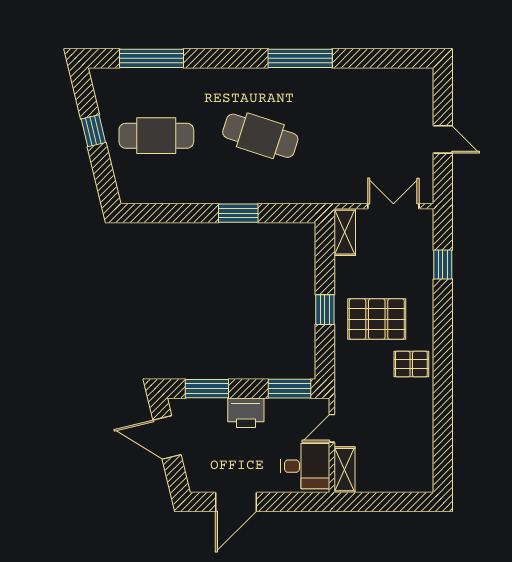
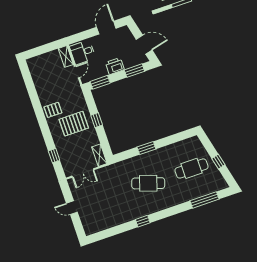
window: (300, 58) -> (143, 221), width x0.46

